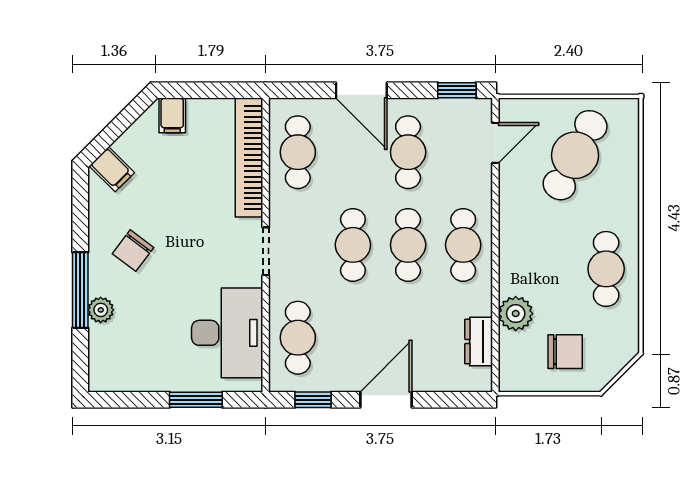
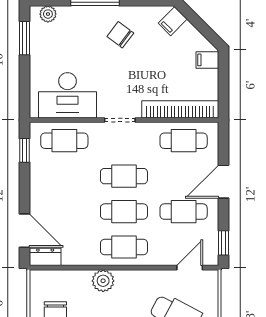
door: (495, 143) -> (190, 268), swing flipped
plant: (101, 310) -> (48, 14), moved
plant: (516, 314) -> (103, 281), moved
dresser: (479, 342) -> (45, 257), moved
window: (196, 400) -> (25, 38), moved
door: (386, 400) -> (25, 231), moved

